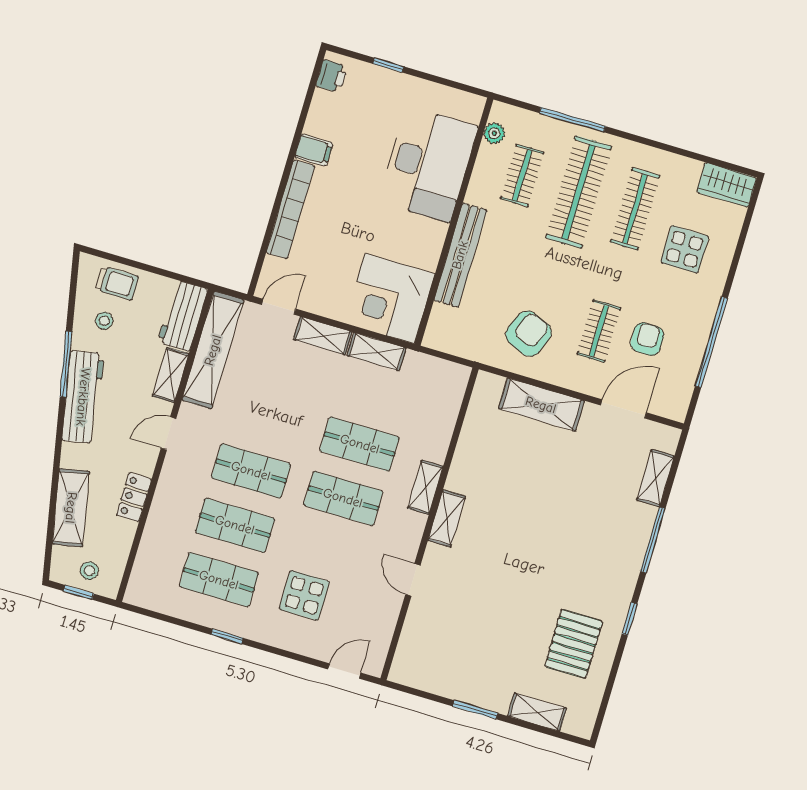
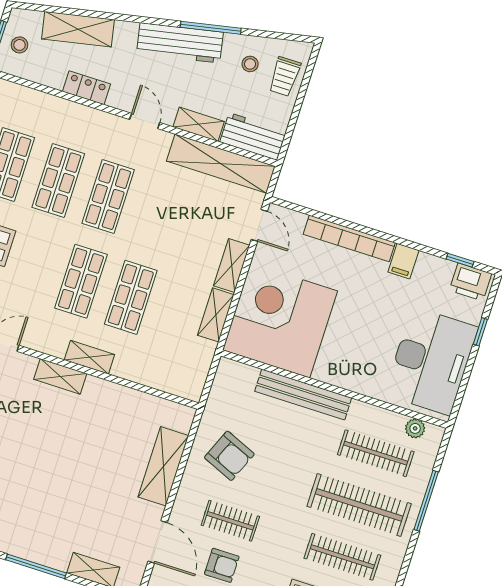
printer: (332, 76) -> (470, 282), width x1.36, depth x1.24
window: (311, 89) -> (460, 260), added
desk: (428, 164) -> (431, 361), moved, turned -90
clothes rail: (522, 175) -> (376, 453), width x1.36
corner desk: (390, 298) -> (280, 321), width x1.36, depth x1.36

